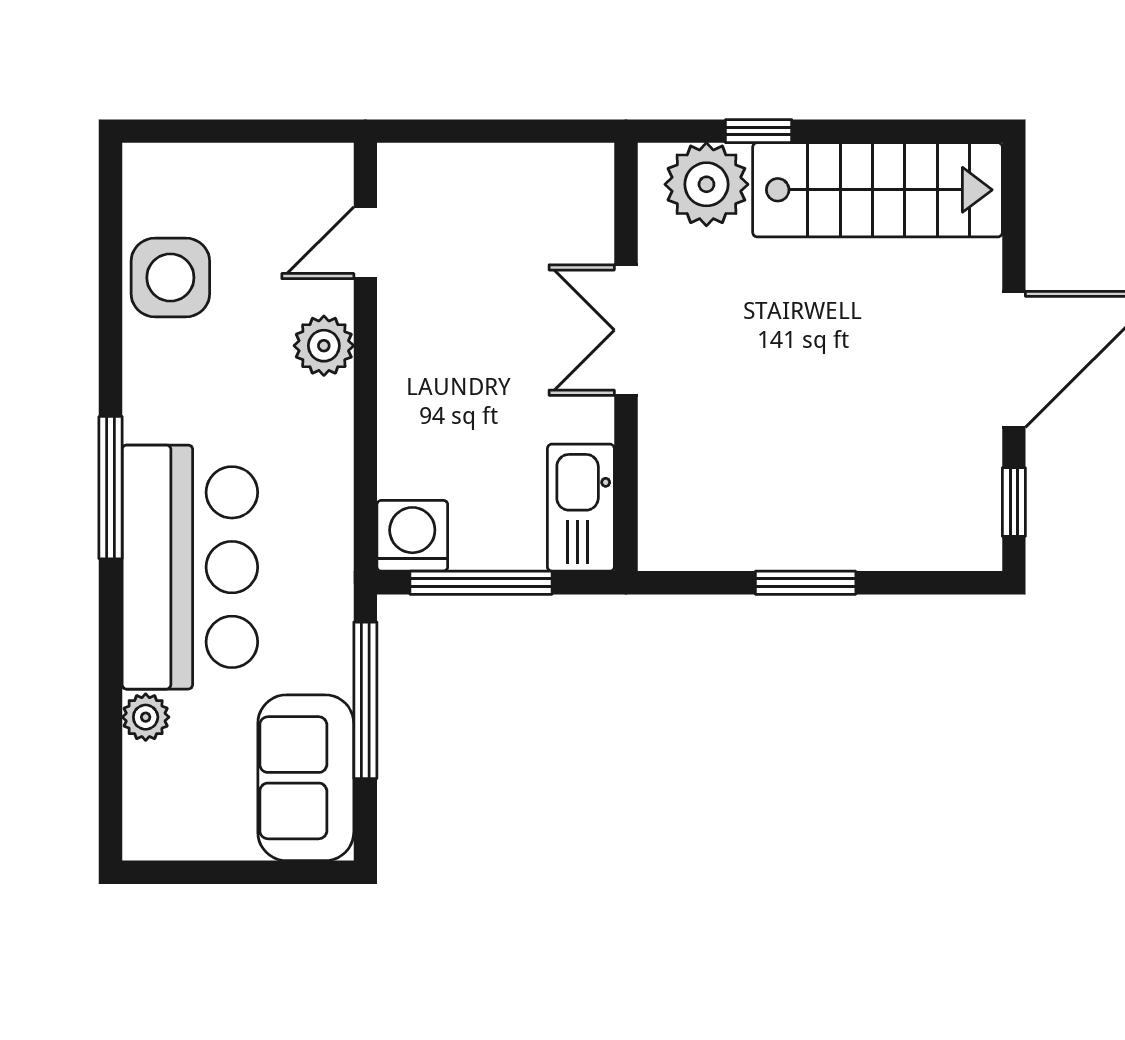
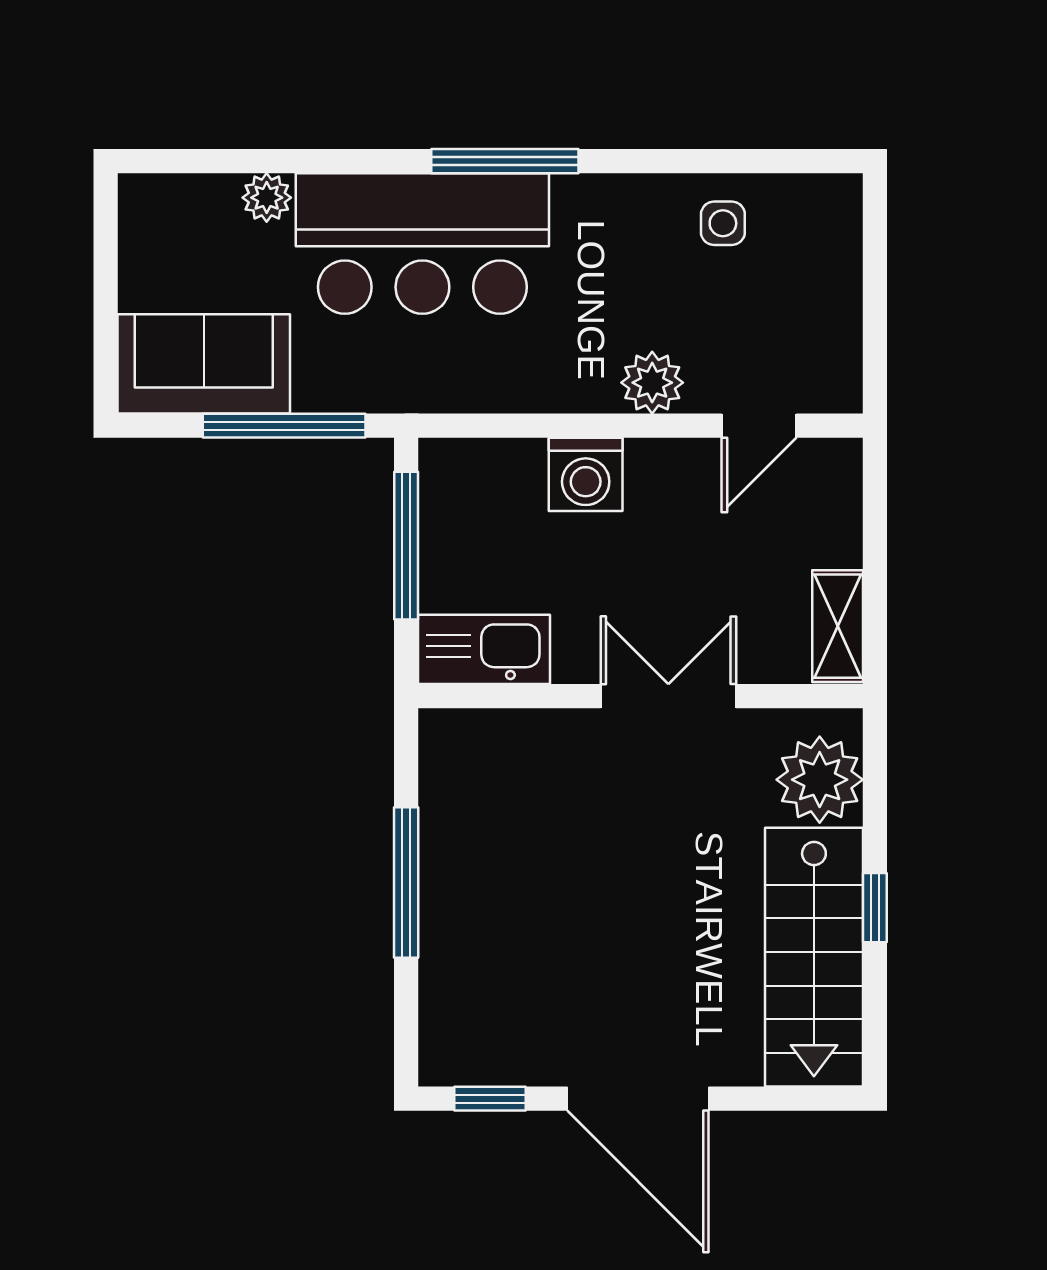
window: (759, 131) -> (875, 908), moved
shelving: (559, 167) -> (838, 626), added
door: (365, 243) -> (759, 426), swing flipped
side table: (170, 278) -> (723, 223), width x0.54, depth x0.54
washing machine: (412, 536) -> (586, 474), moved, turned 90
window: (806, 583) -> (406, 882), width x1.44

